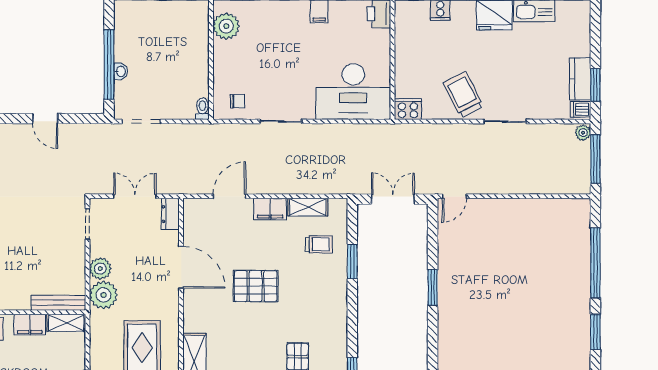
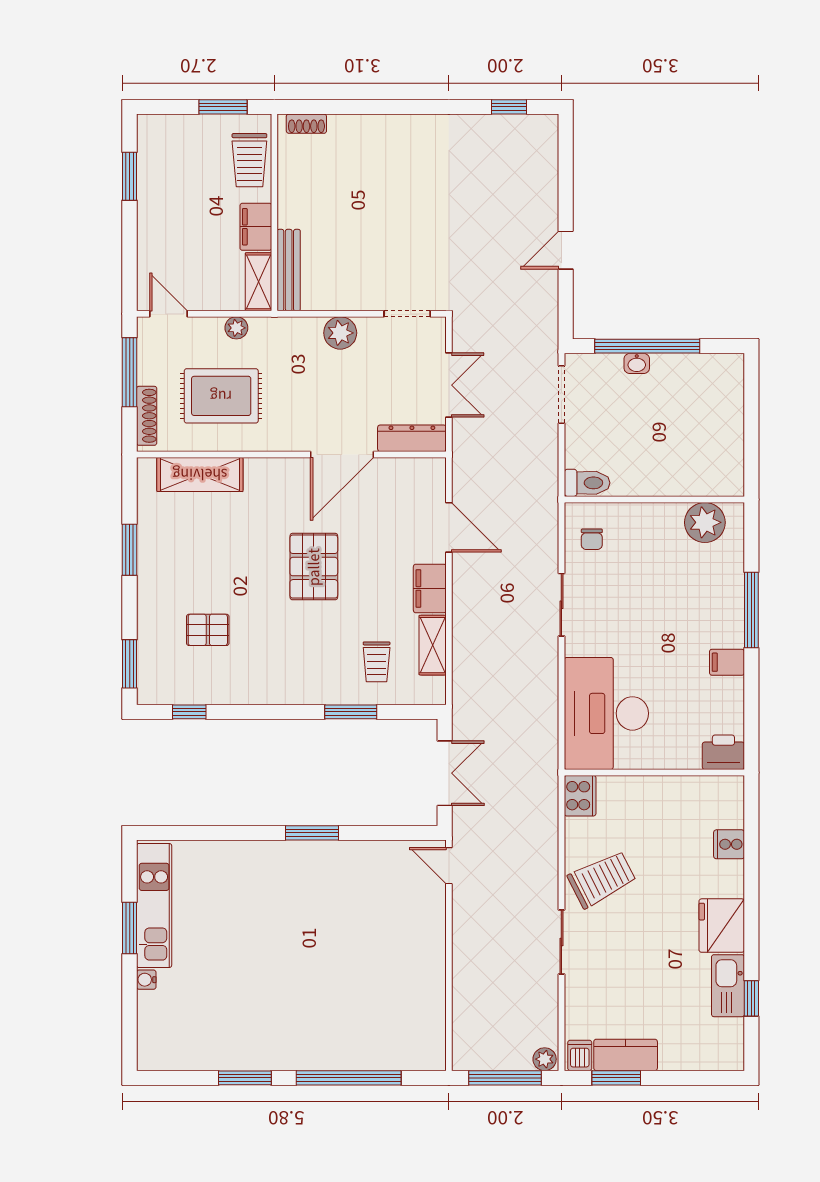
toilet: (202, 109) -> (587, 483), width x1.37, depth x1.39
dresser: (170, 214) -> (412, 438), width x1.44
plant: (103, 295) -> (236, 328), moved, width x0.53, depth x0.53

